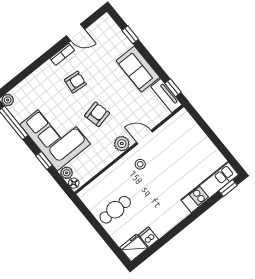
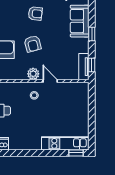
window: (130, 35) -> (92, 34), moved
sofa: (138, 69) -> (80, 21), moved
armchair: (97, 114) -> (33, 44), turned 88

